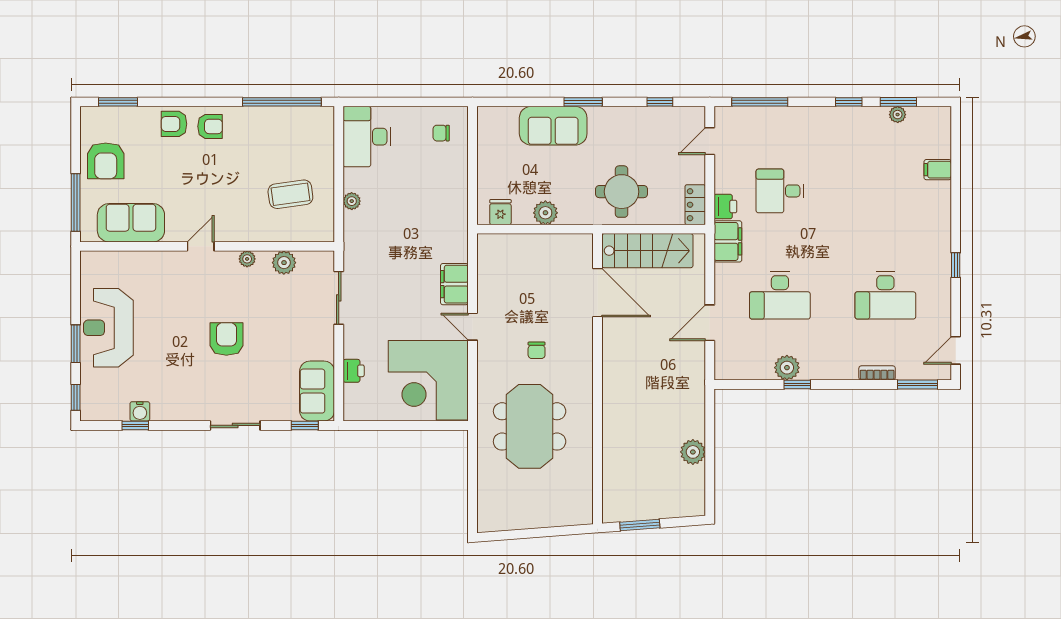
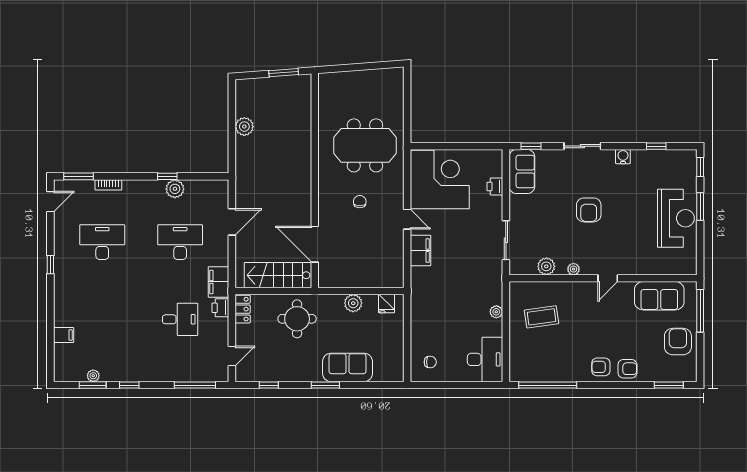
water cooler: (140, 411) -> (623, 157), moved
meeting table: (530, 426) -> (365, 145), turned 90

